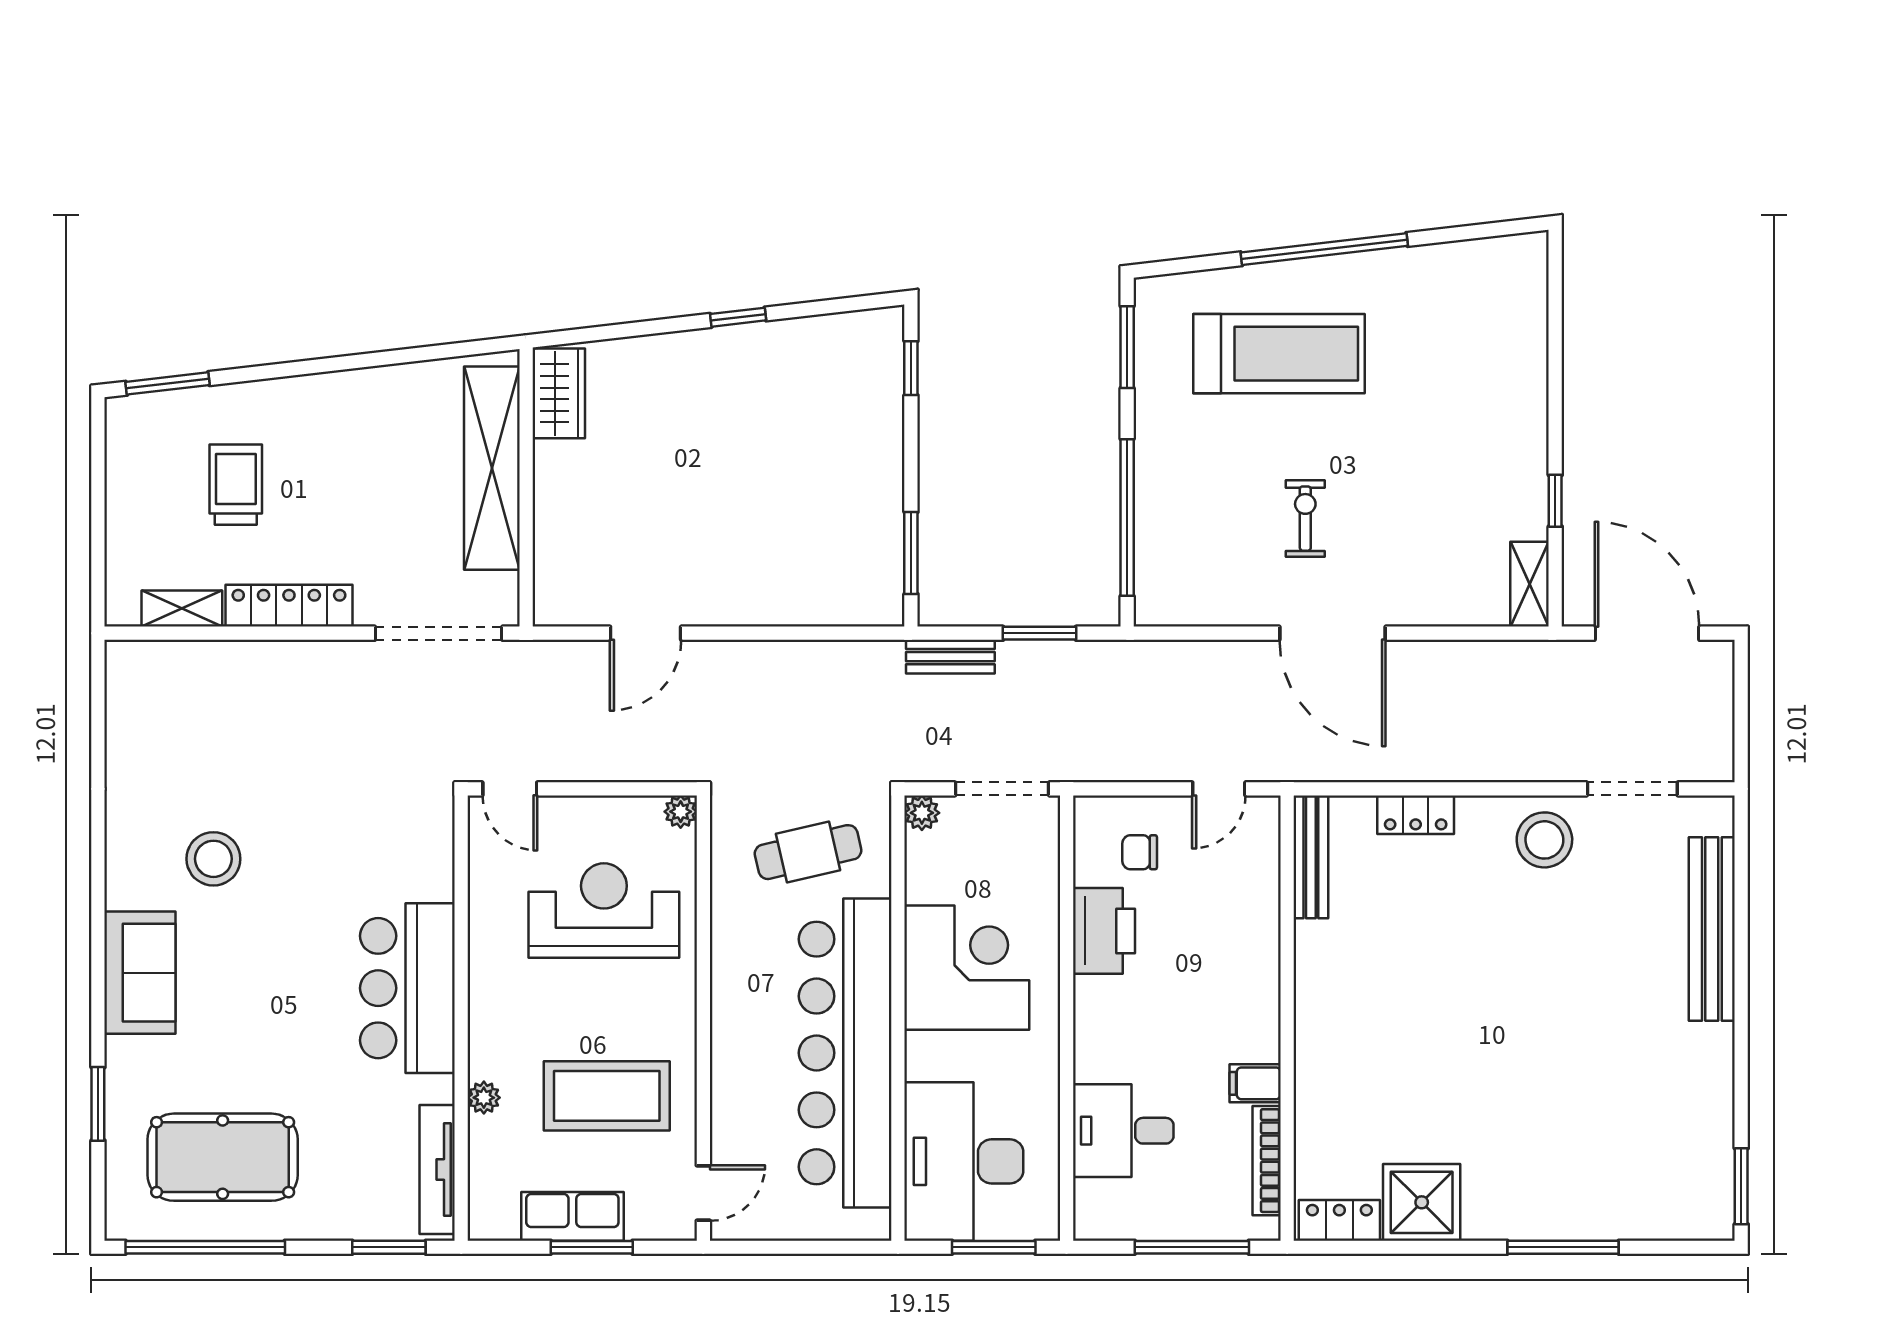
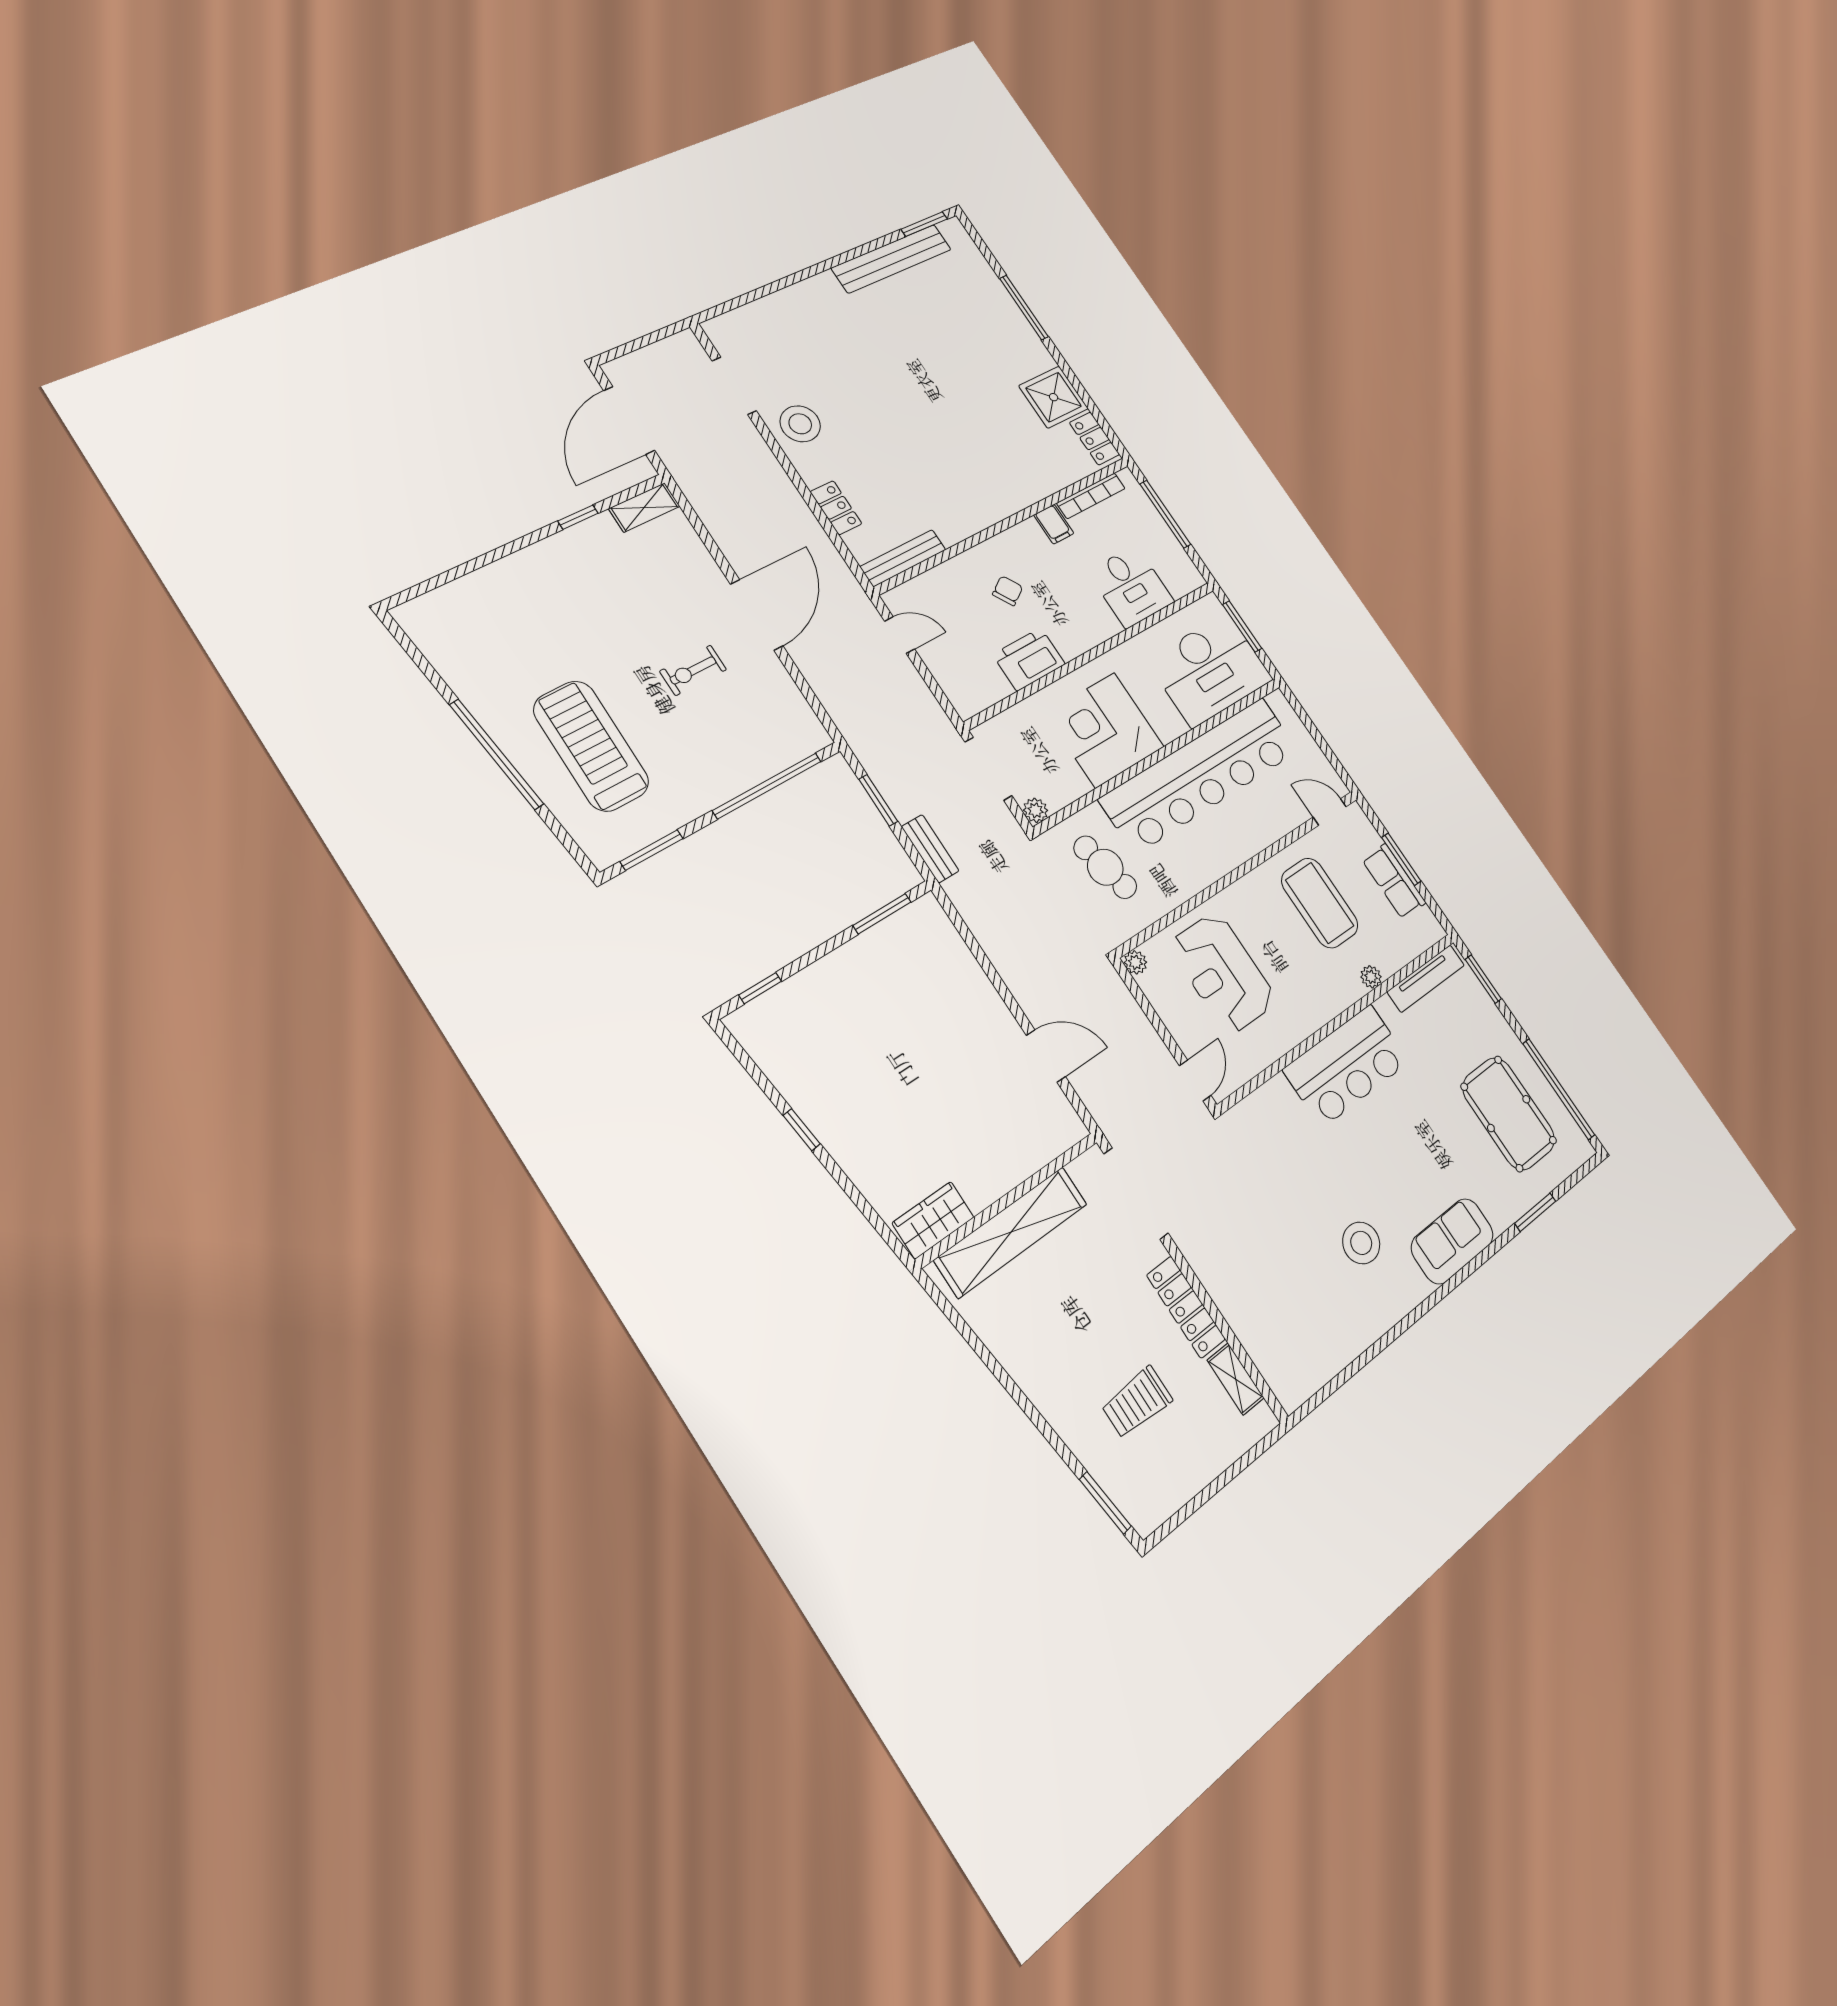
chair: (1140, 852) -> (1008, 591), moved, turned -122
bench: (1712, 929) -> (892, 259), moved

